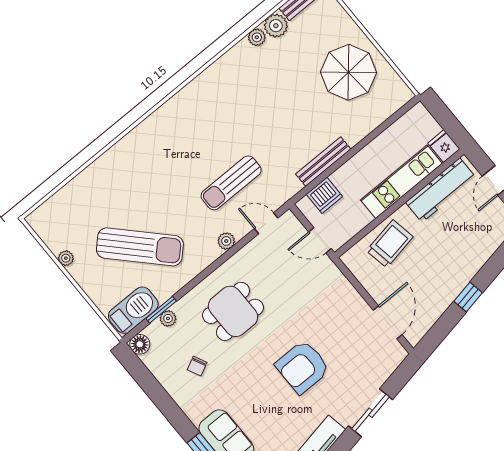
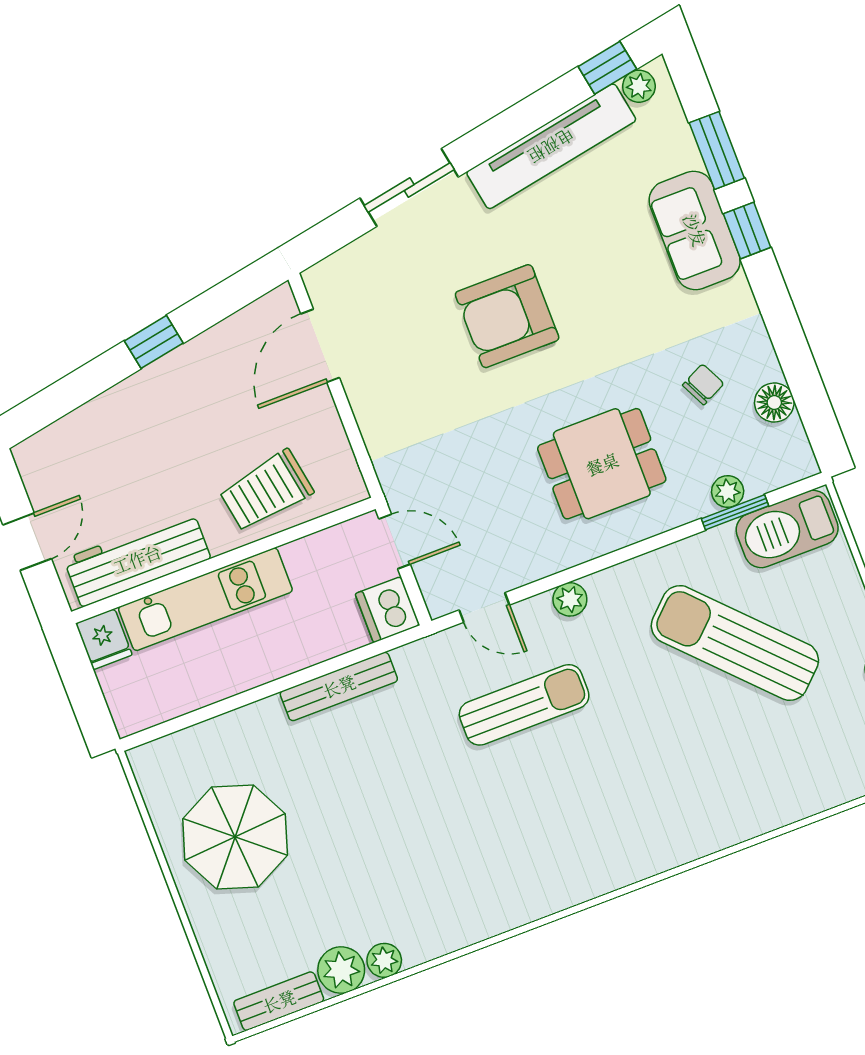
dishwasher: (324, 195) -> (387, 609), moved, turned -90
floor lamp: (140, 344) -> (774, 403), moved
armchair: (303, 367) -> (507, 316), turned 180

